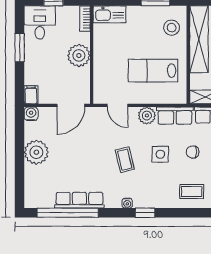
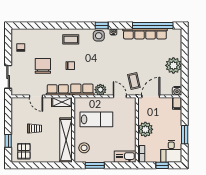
side table: (160, 154) -> (99, 36), moved
coffee table: (125, 160) -> (134, 81), moved
row of seats: (79, 200) -> (145, 34), width x1.36

